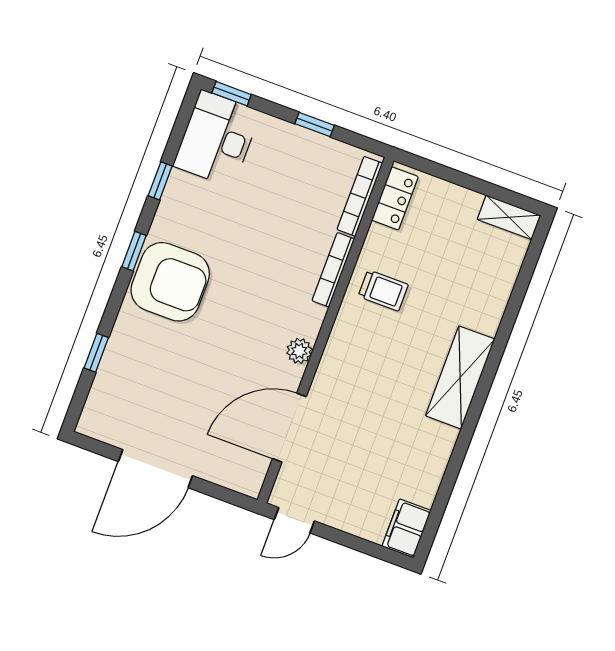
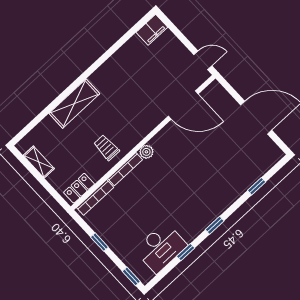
desk: (217, 139) -> (161, 248), moved
shelving: (509, 217) -> (39, 162), moved
armchair: (170, 282) -> (205, 202), removed
plant: (299, 351) -> (146, 152), moved
shelving: (460, 377) -> (74, 104), moved

